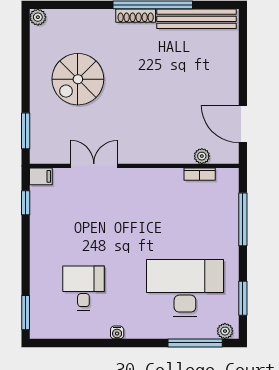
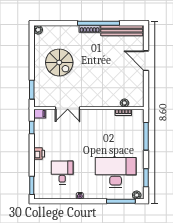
spiral stairs: (78, 79) -> (59, 62), turned -90
door: (243, 124) -> (146, 61), moved
double door: (94, 166) -> (68, 108), swing flipped
printer: (40, 252) -> (39, 154), added

